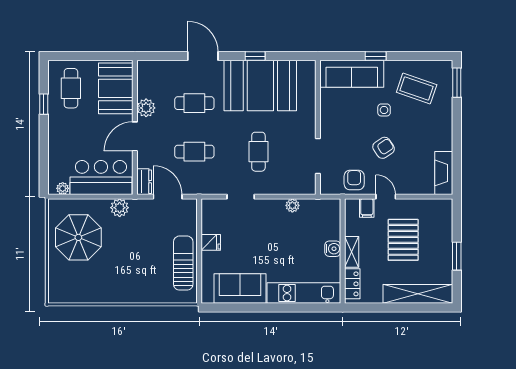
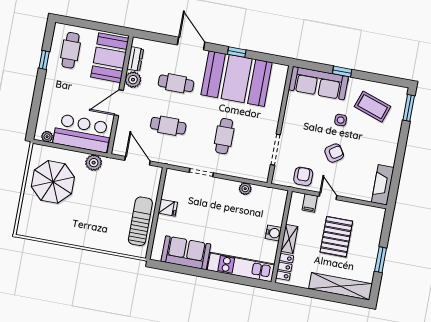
dresser: (144, 182) -> (135, 59), moved

